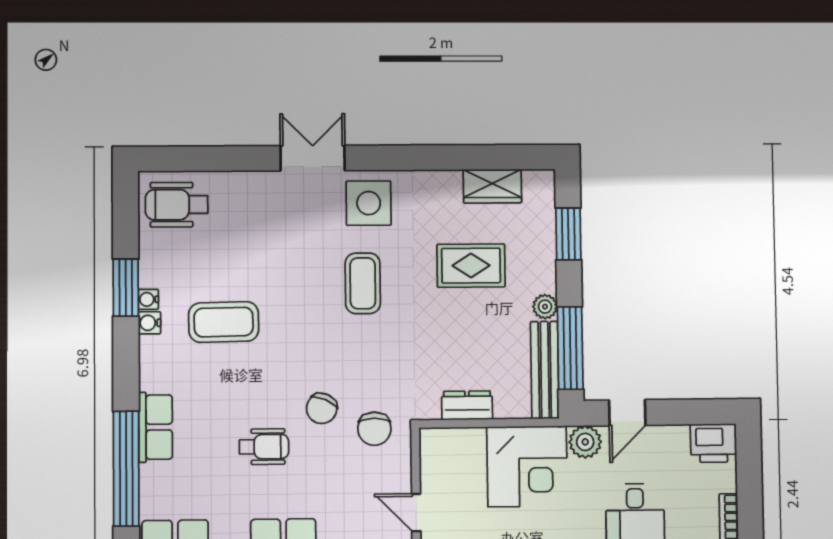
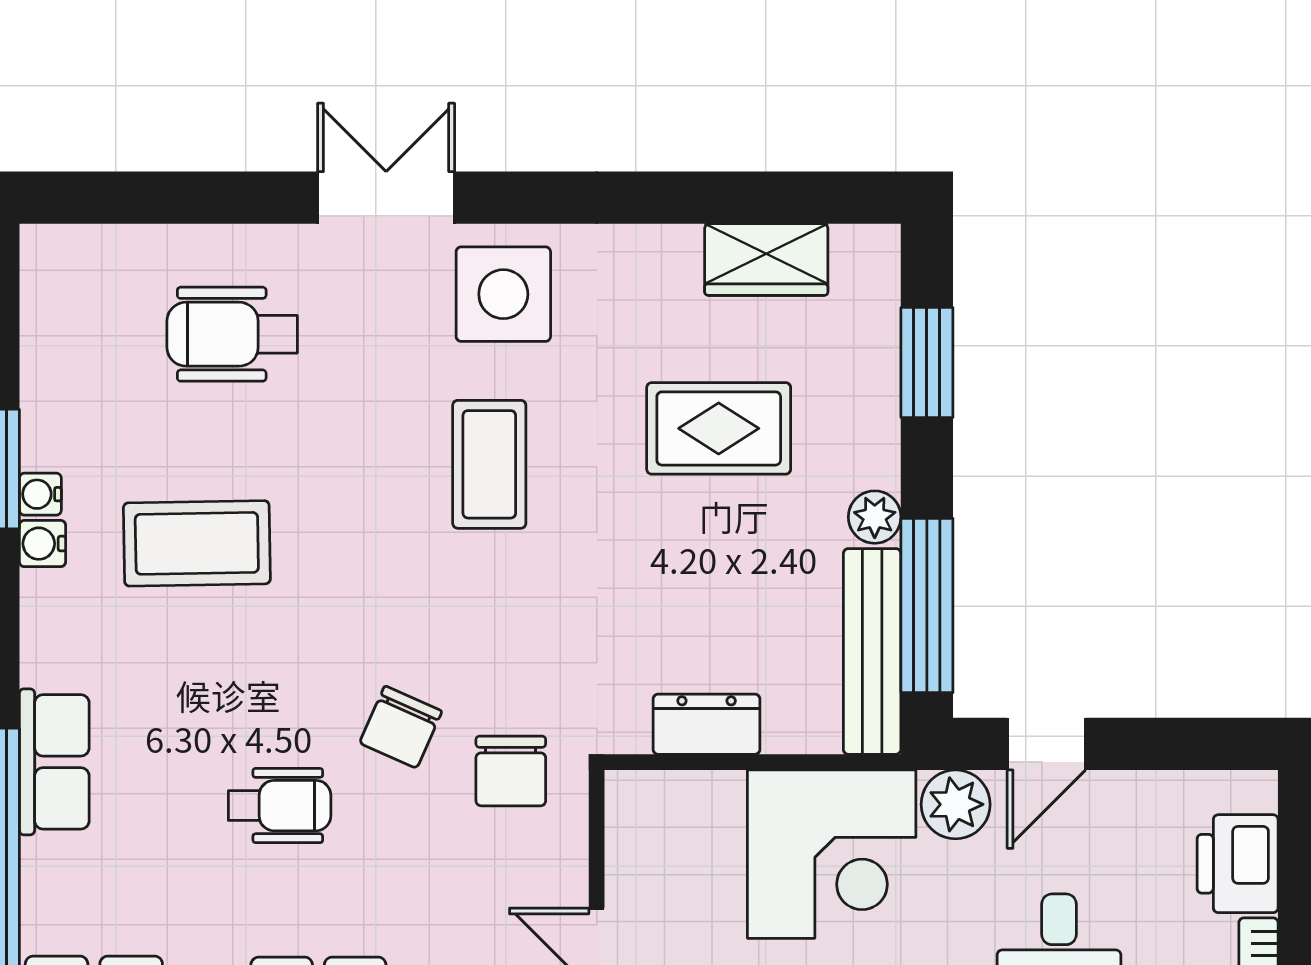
wheelchair: (177, 205) -> (232, 334), moved
printer: (713, 443) -> (1238, 864), moved, turned 90

